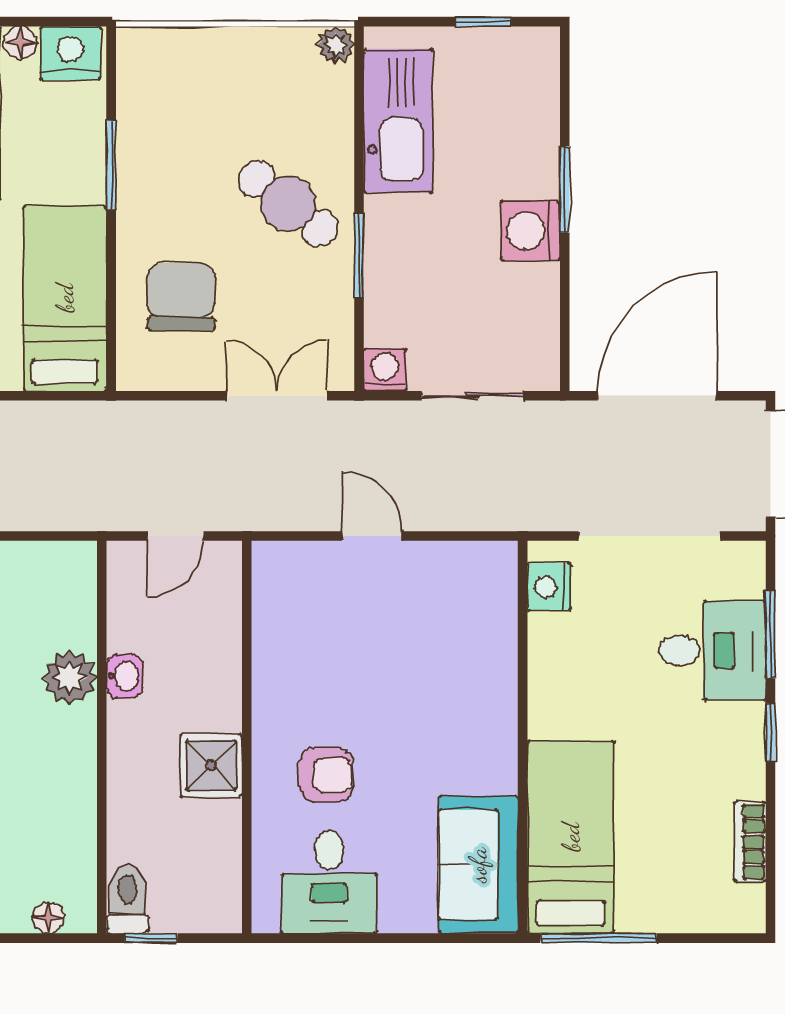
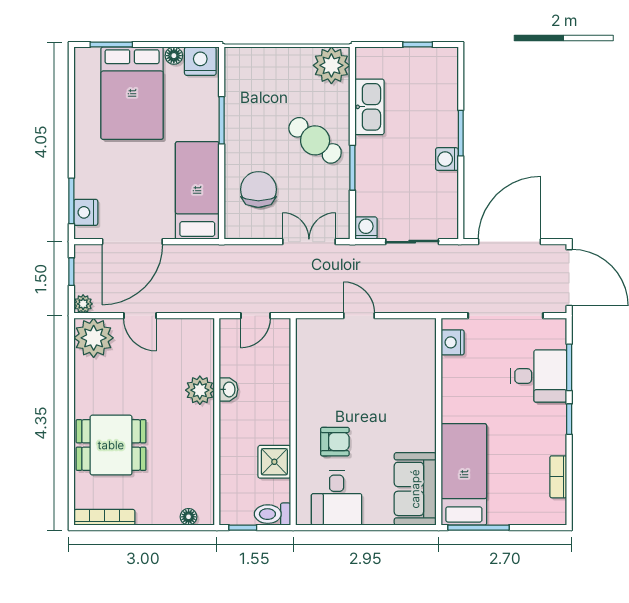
plant: (336, 45) -> (331, 65), width x1.87, depth x1.87
kitchen sink: (398, 121) -> (369, 107), width x0.73, depth x0.81
washing machine: (530, 231) -> (447, 159), width x0.73, depth x0.73
shower: (211, 765) -> (274, 462), moved
toilet: (127, 899) -> (273, 514), moved, turned -90

